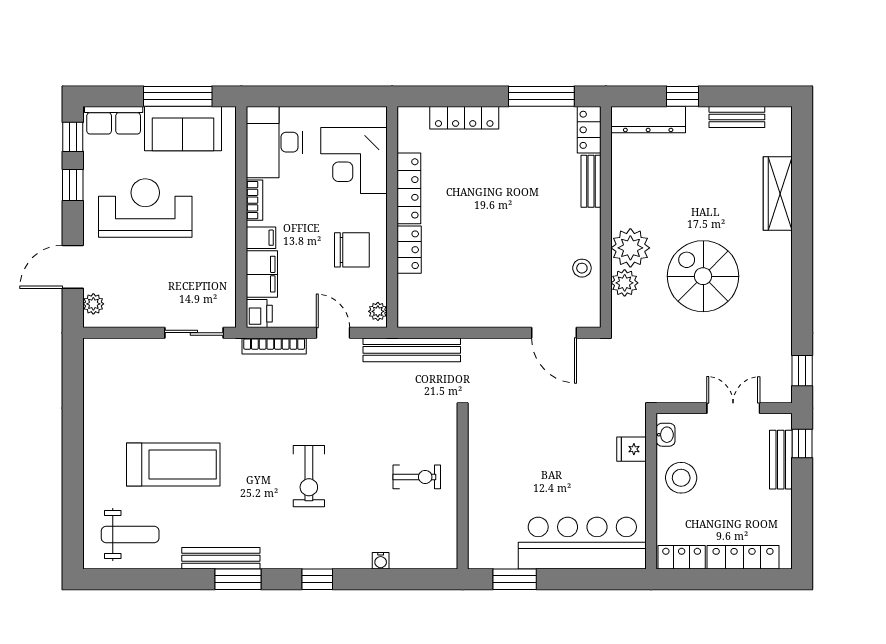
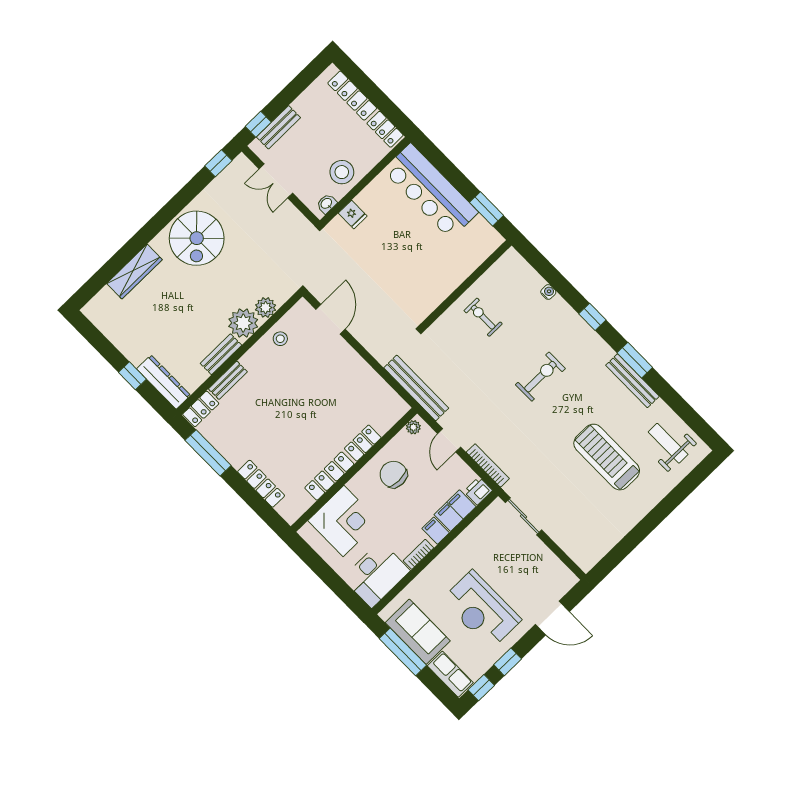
bench: (737, 117) -> (221, 354), moved, turned 90
spiral stairs: (703, 276) -> (197, 238), moved
plant: (93, 304) -> (562, 587), removed

